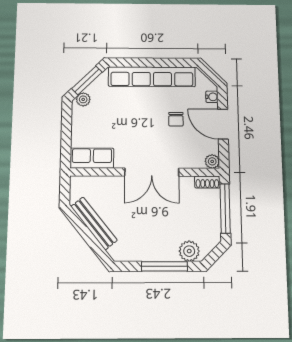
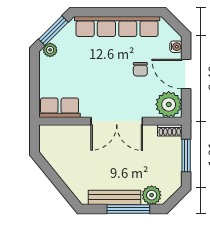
plant: (212, 161) -> (169, 104), width x1.88, depth x1.88
window: (225, 208) -> (186, 155), width x0.69
bench: (94, 223) -> (114, 197), moved, turned -51

